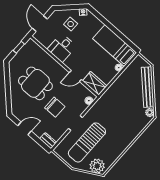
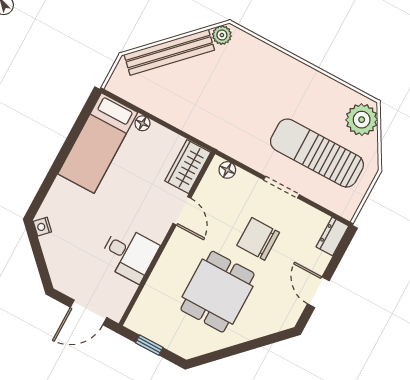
side table: (71, 24) -> (74, 247), removed
chair: (55, 107) -> (258, 239), turned -90
sun lounger: (87, 142) -> (317, 153), turned 180

